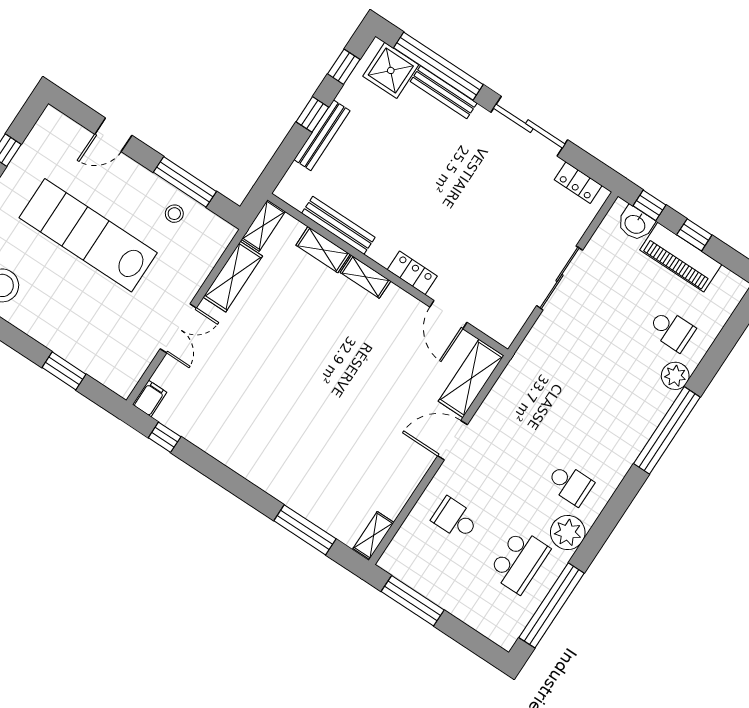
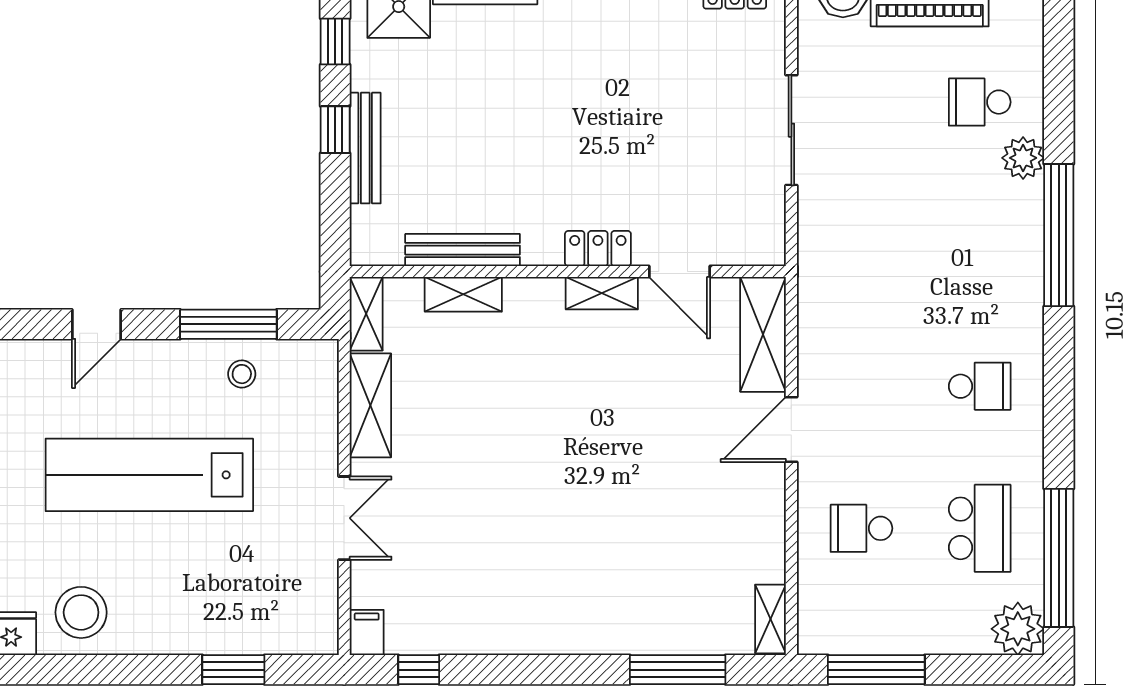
shelving: (365, 277) -> (602, 293), moved
school desk: (672, 330) -> (980, 102), turned 180
plant: (568, 533) -> (1018, 629), moved

